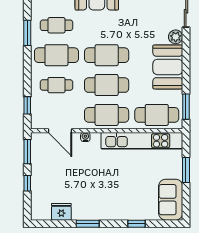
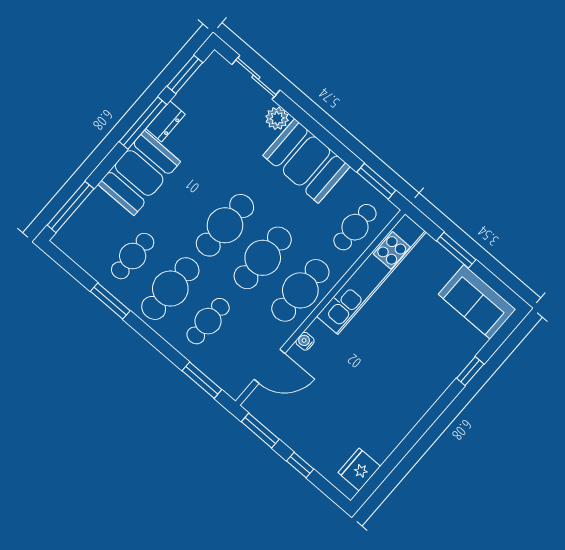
window: (27, 105) -> (202, 380), width x1.50
cafe table: (157, 115) -> (355, 227), width x0.73, depth x0.74
fridge: (61, 212) -> (359, 469), moved
window: (88, 224) -> (417, 433), removed

